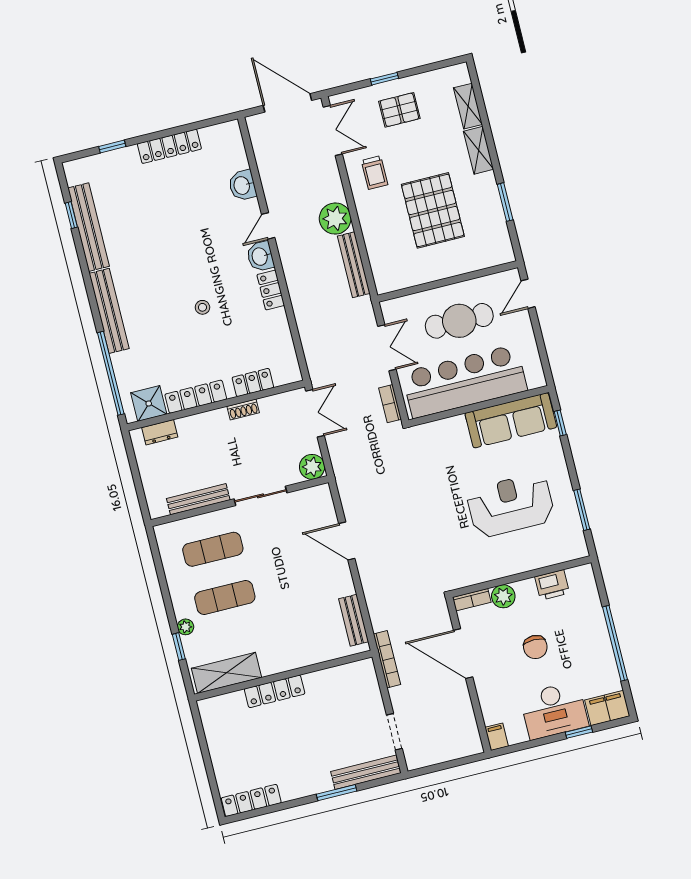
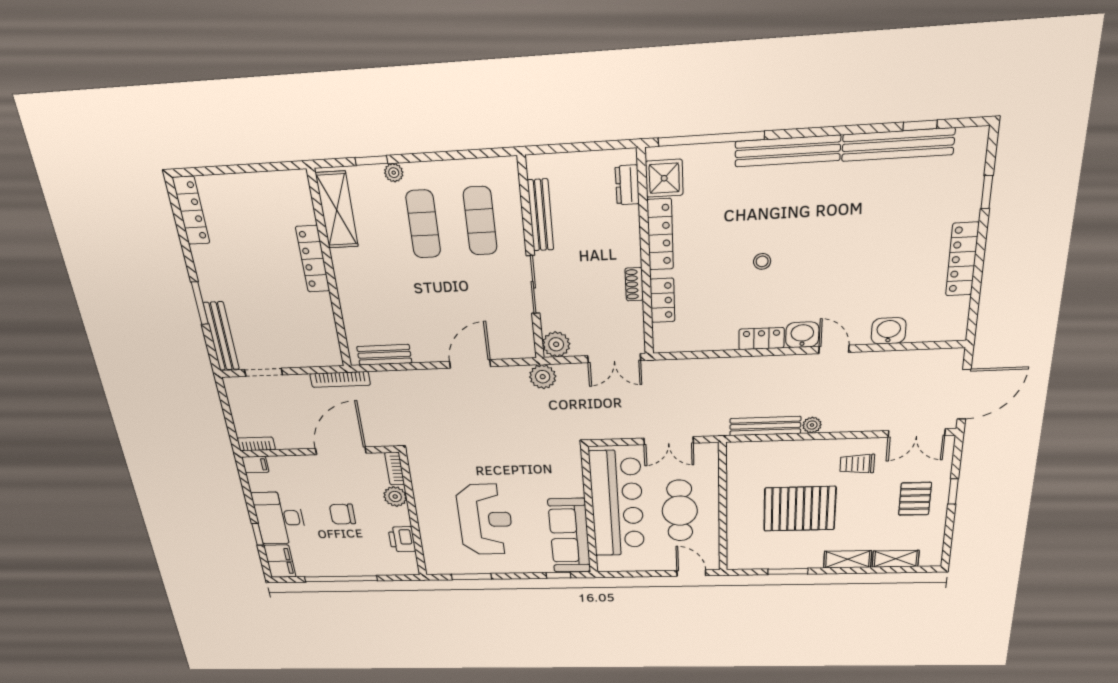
plant: (335, 219) -> (812, 425), width x0.53, depth x0.53
bookcase: (390, 404) -> (256, 444), moved
plant: (346, 474) -> (543, 377), added

